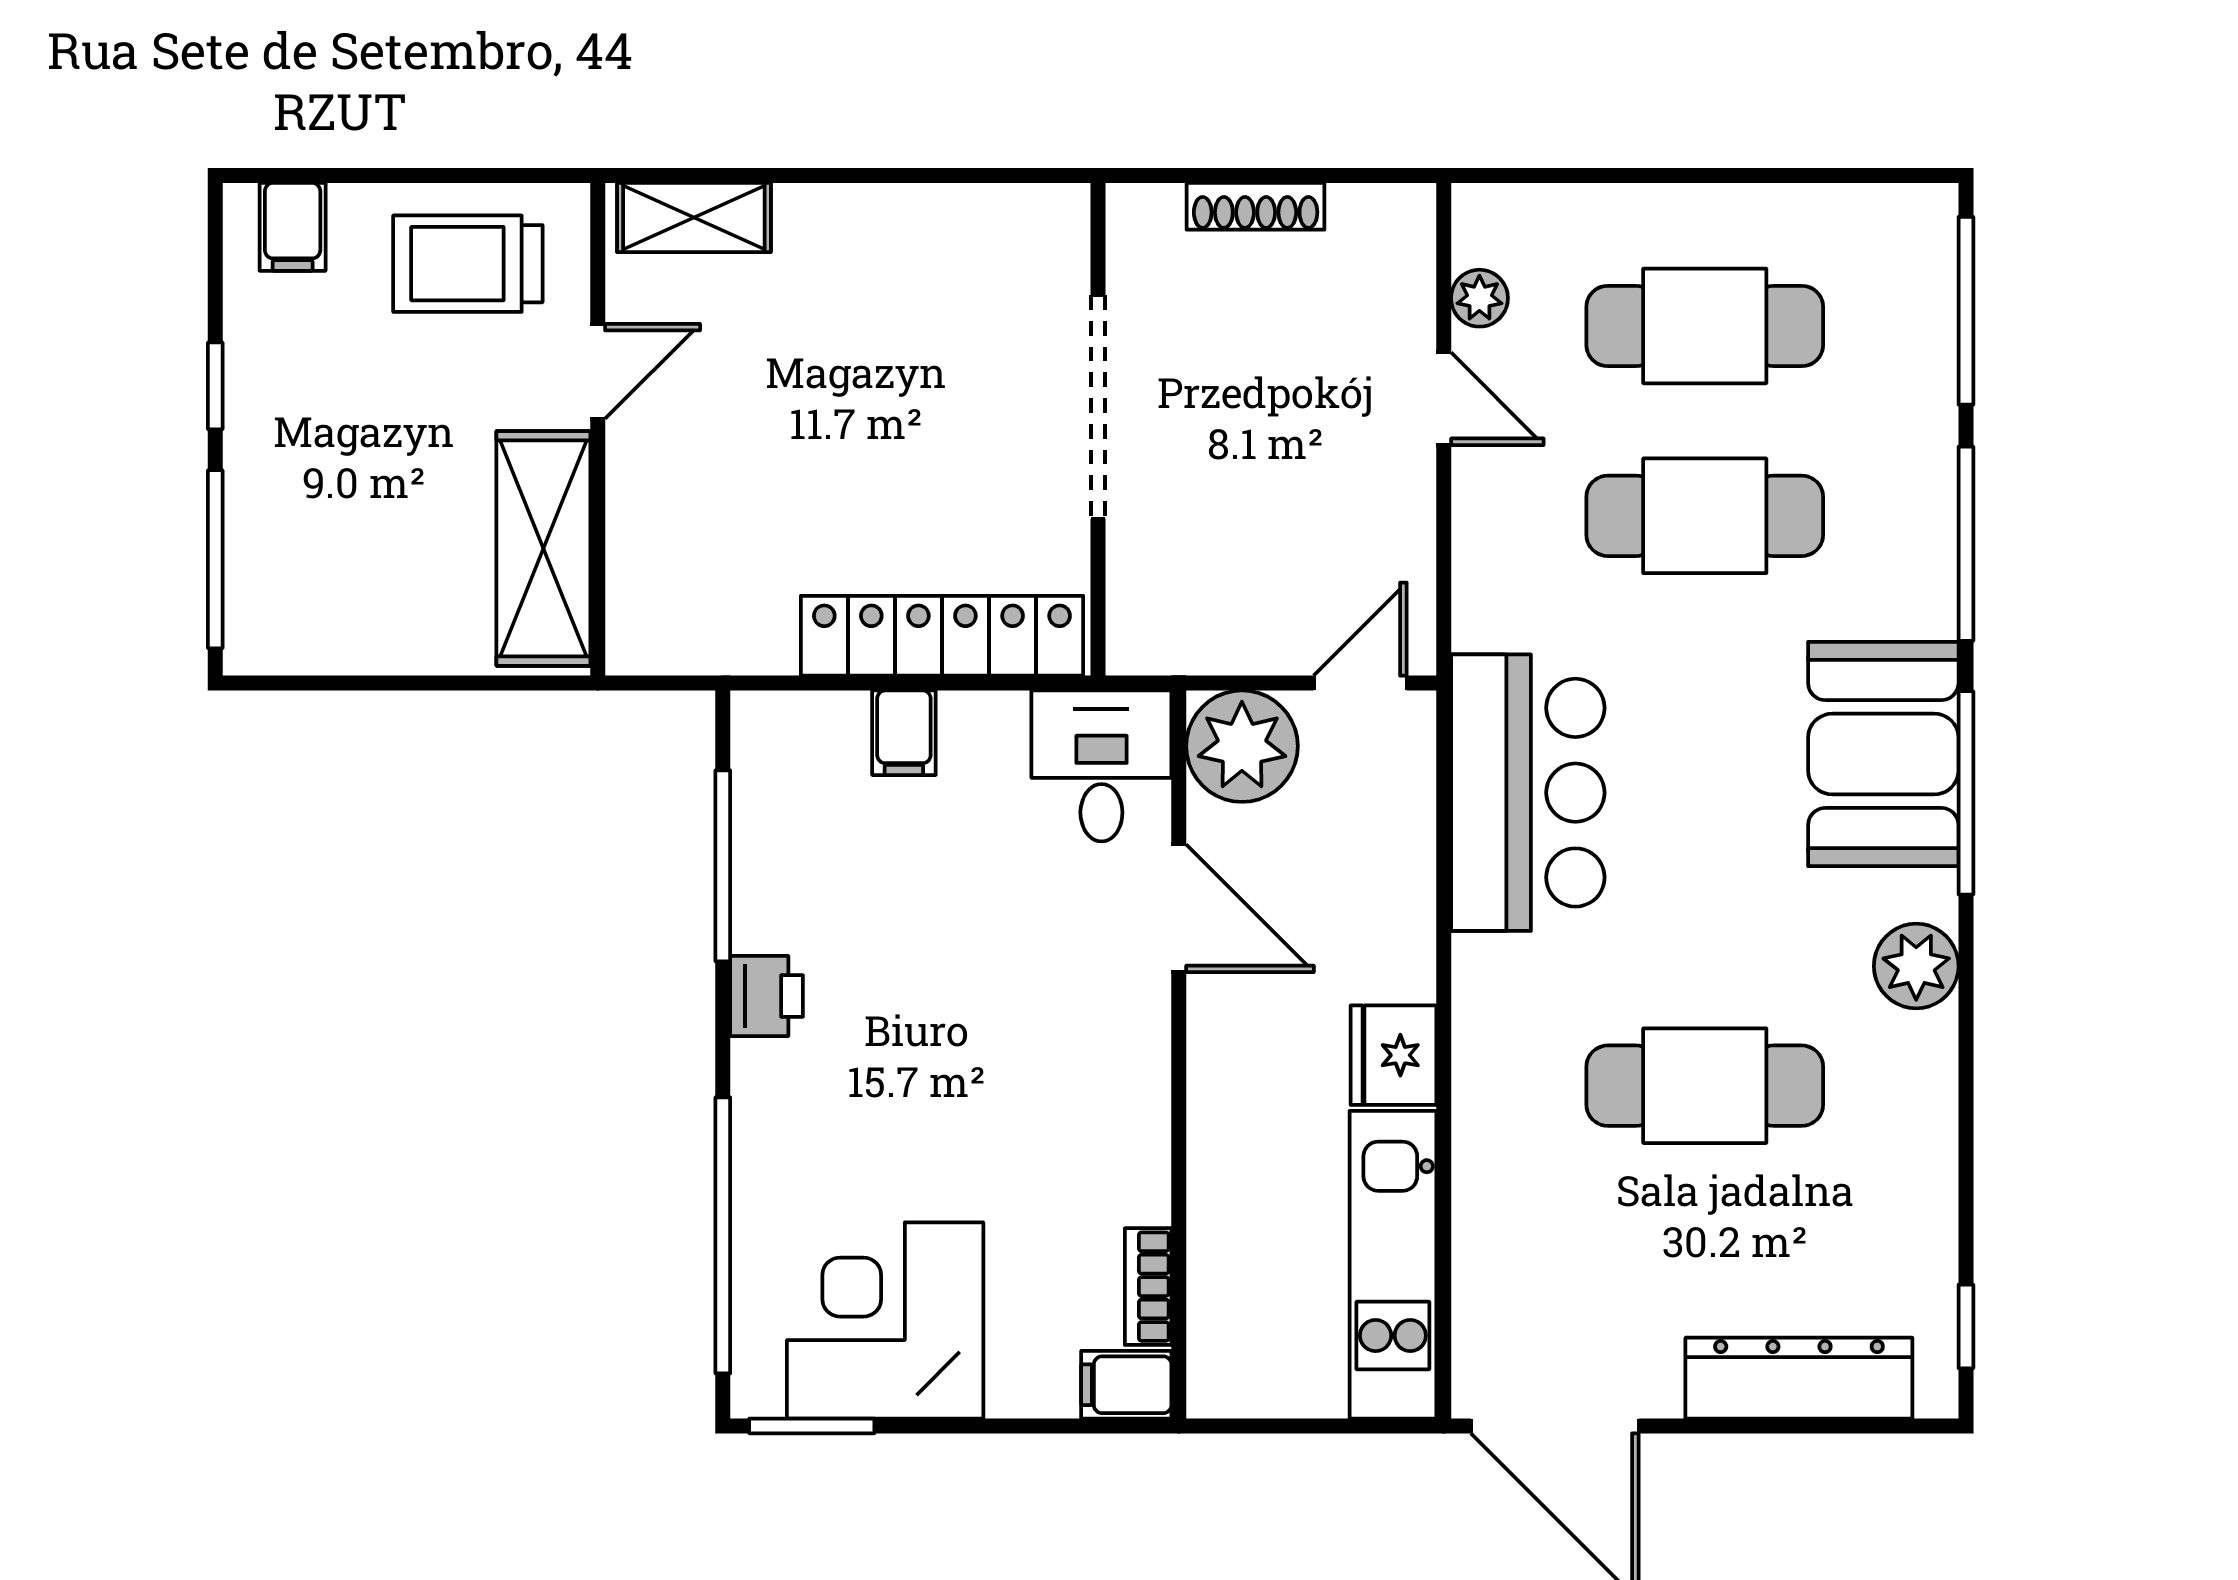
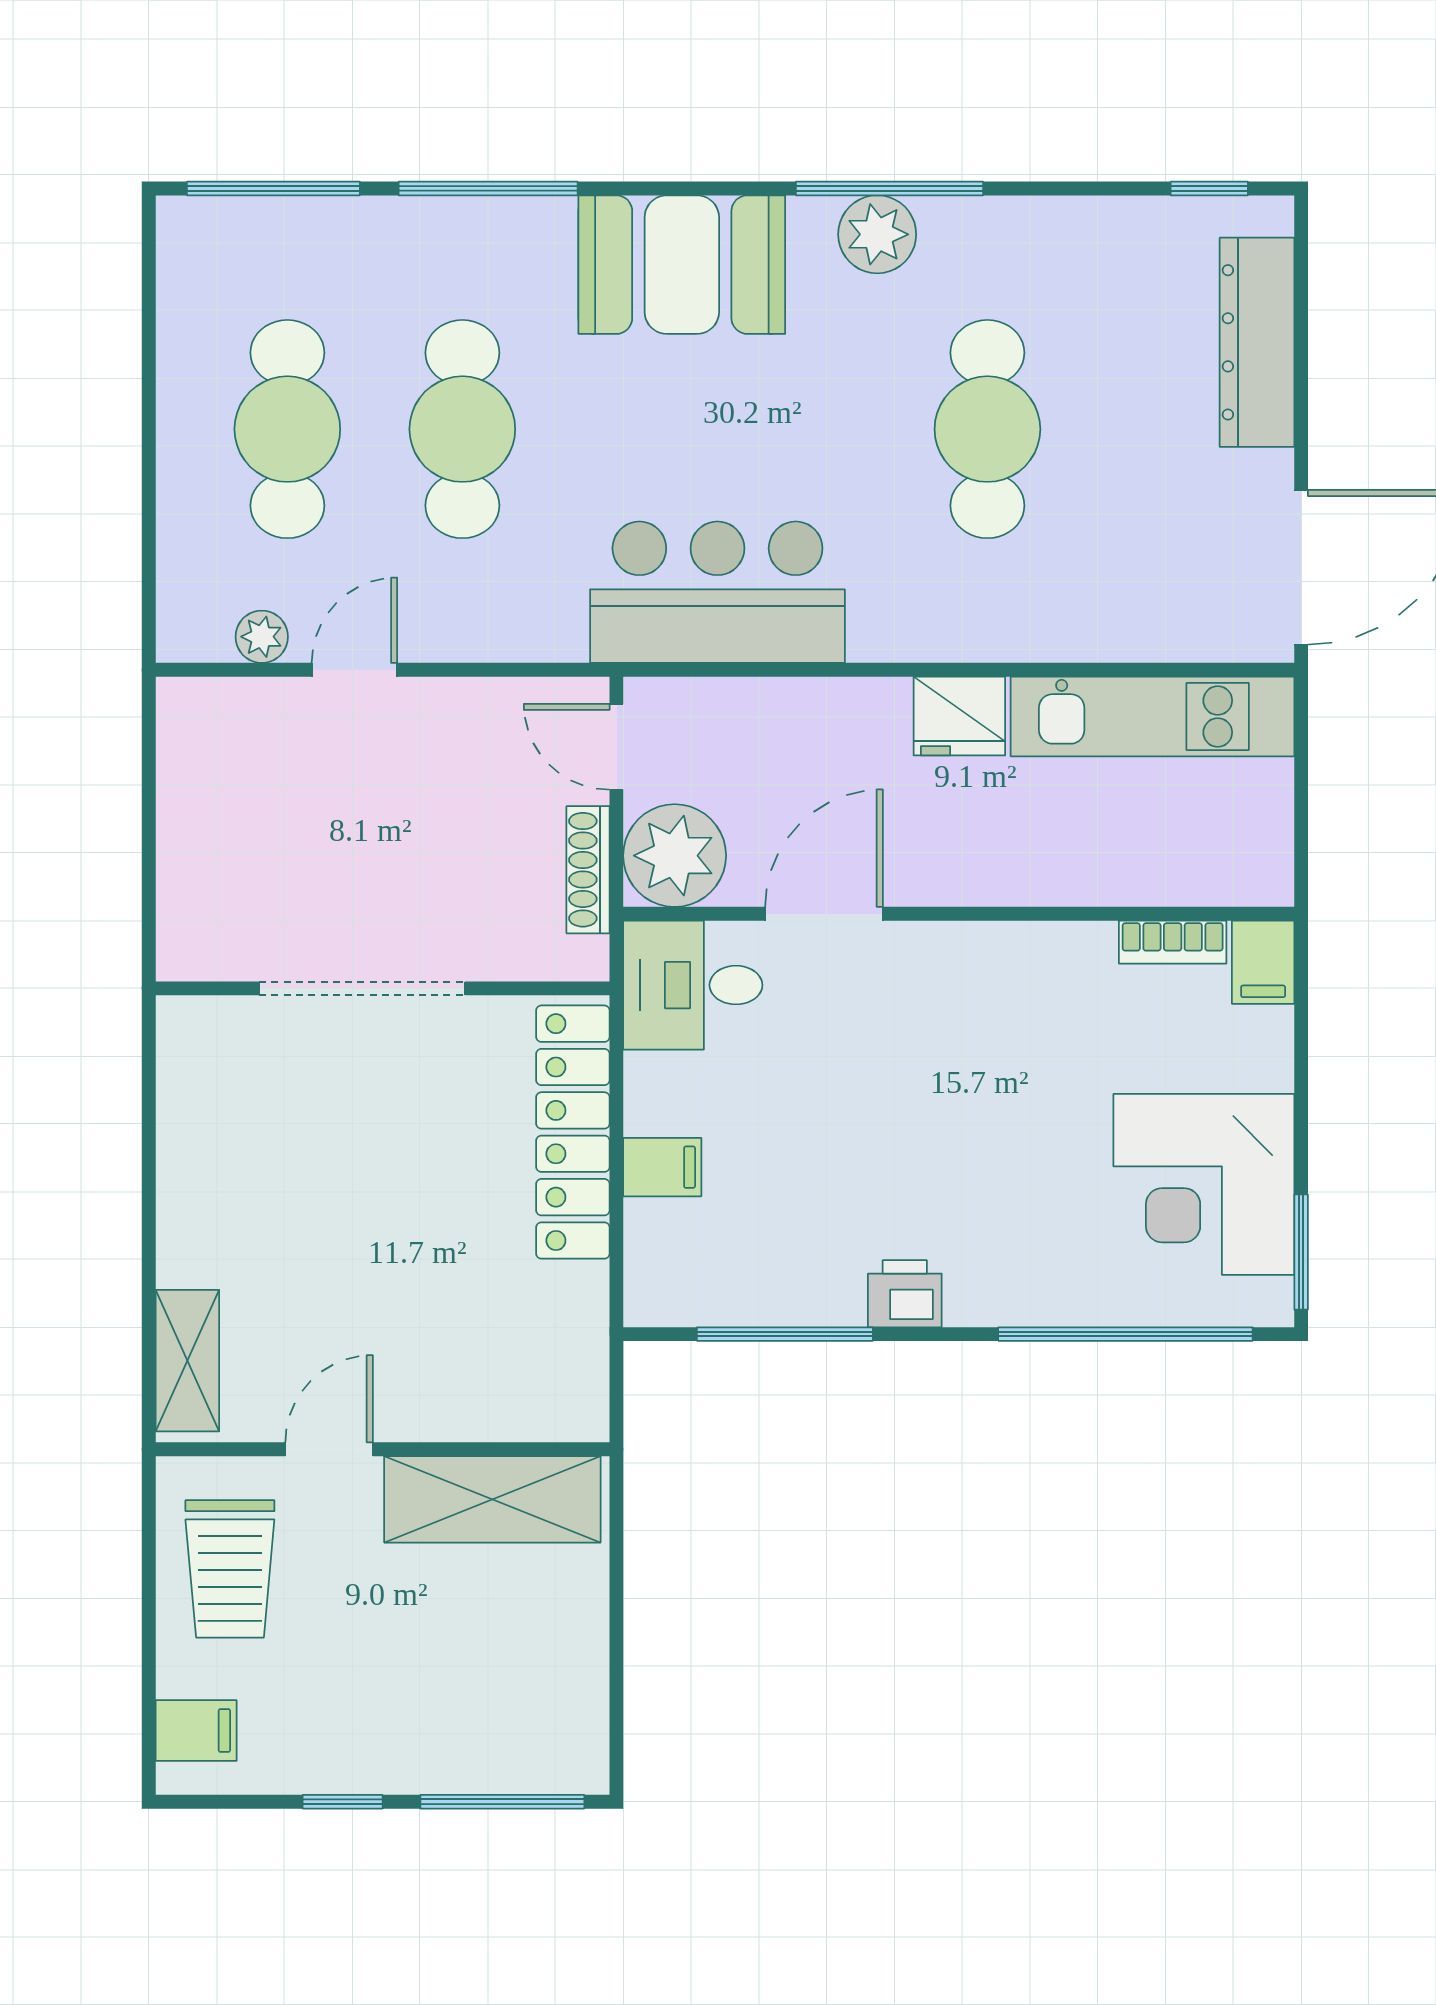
shoe rack: (1256, 206) -> (588, 870), moved, turned 180
door: (598, 371) -> (329, 1449), hinge flipped
window: (1966, 793) -> (890, 188), moved

